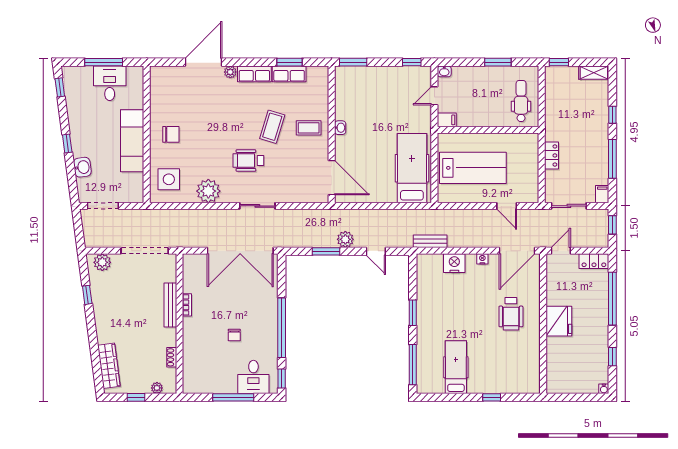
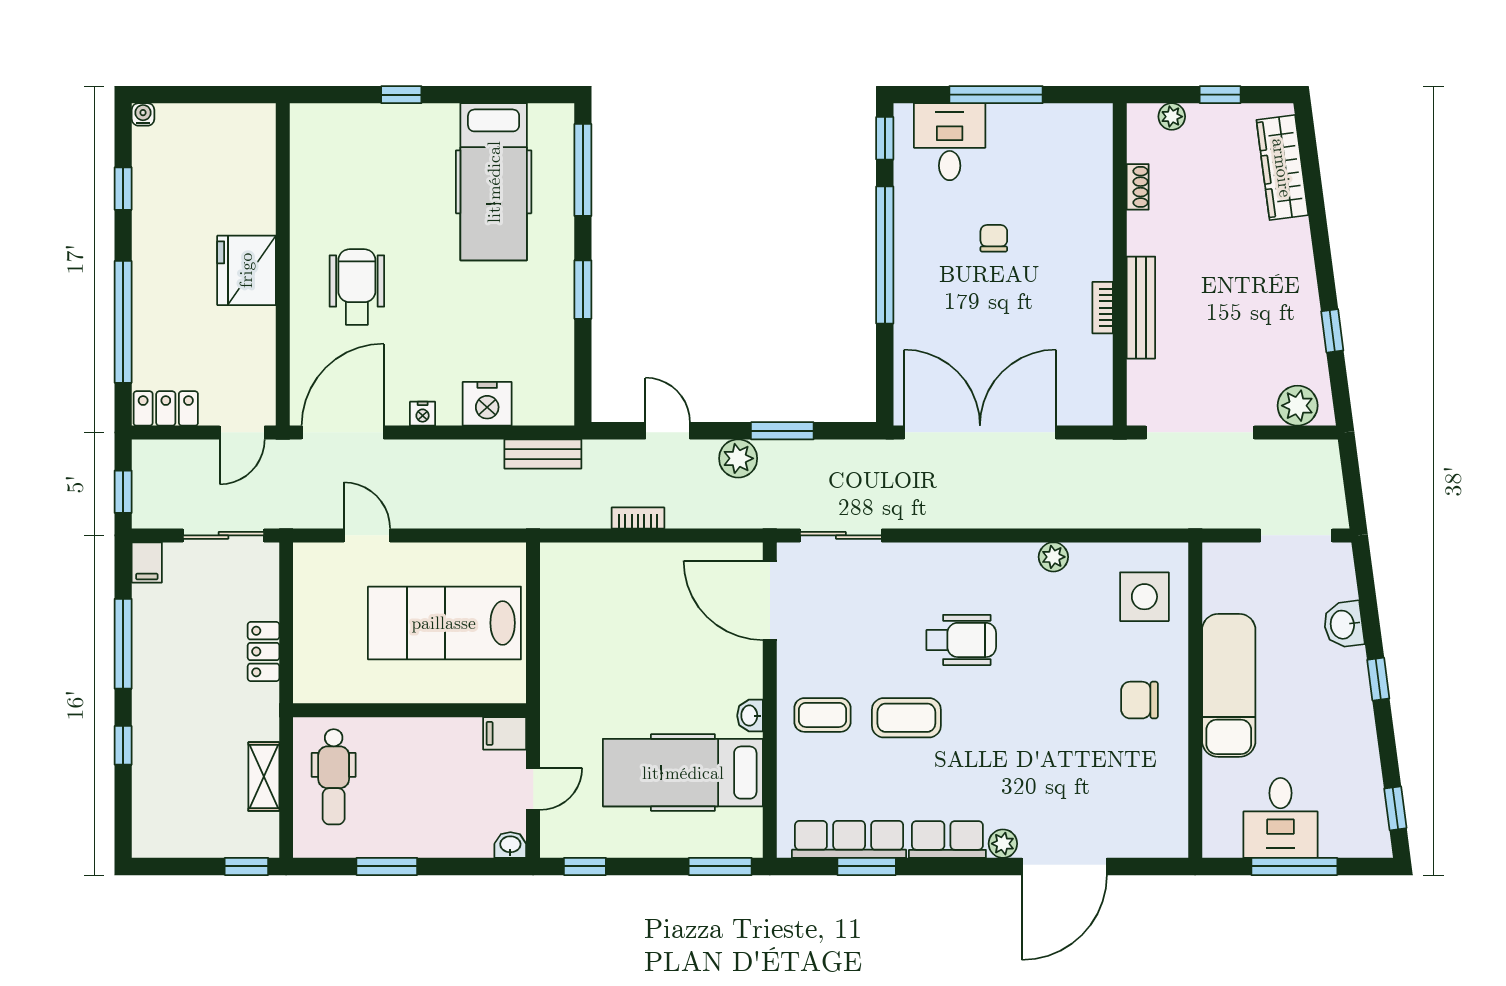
shelving: (594, 73) -> (264, 777), moved, turned 90
row of seats: (289, 74) -> (849, 839), width x1.48
coffee table: (272, 127) -> (906, 718), turned 73
hospital bed: (412, 168) -> (683, 773), moved, turned 90
plant: (208, 191) -> (1053, 557), width x0.53, depth x0.53
sliding door: (257, 206) -> (841, 535), moved
bookcase: (389, 213) -> (638, 518), added
hospital bed: (456, 367) -> (494, 182), width x1.37, depth x1.29

